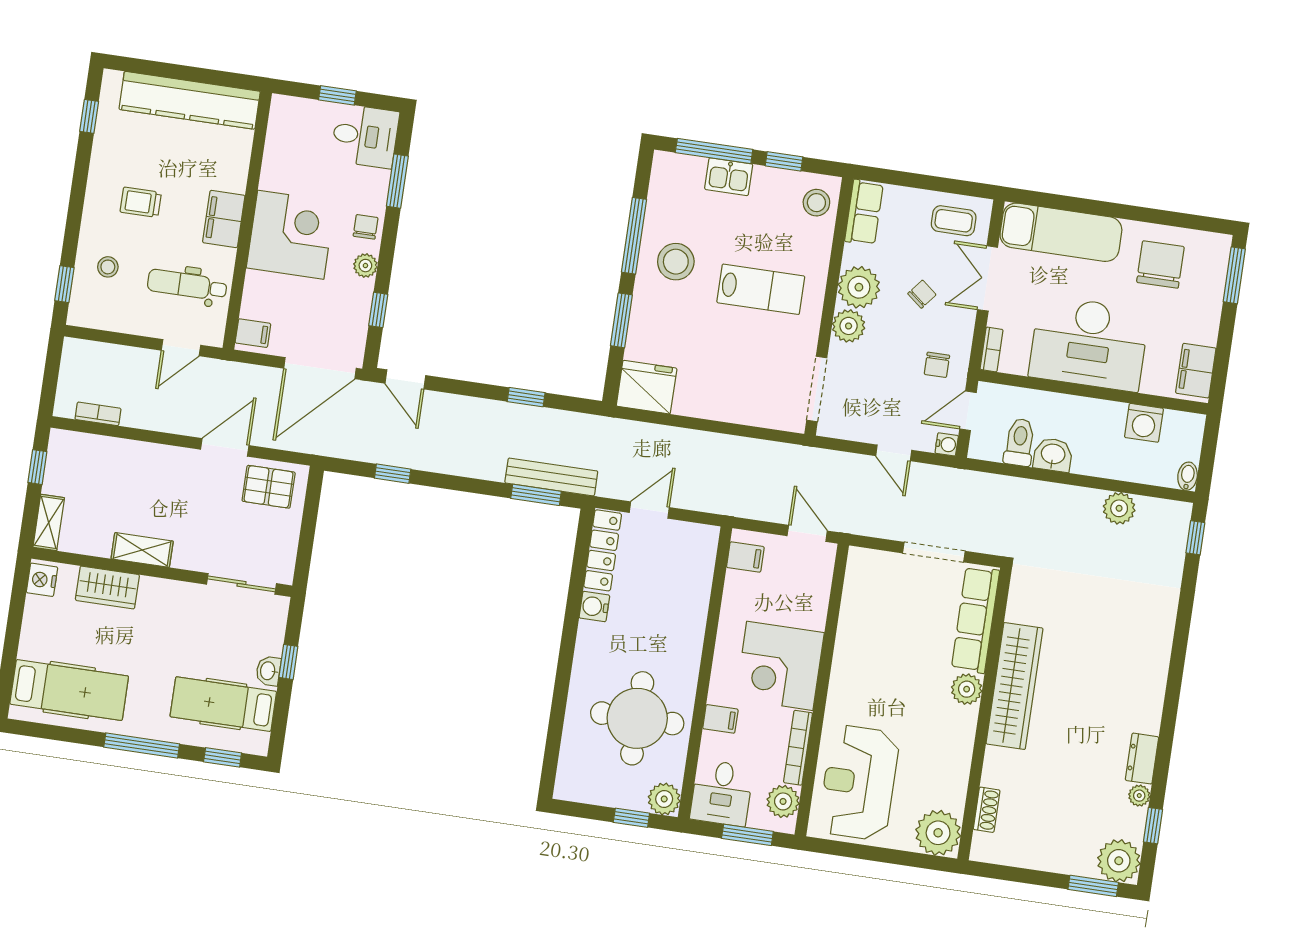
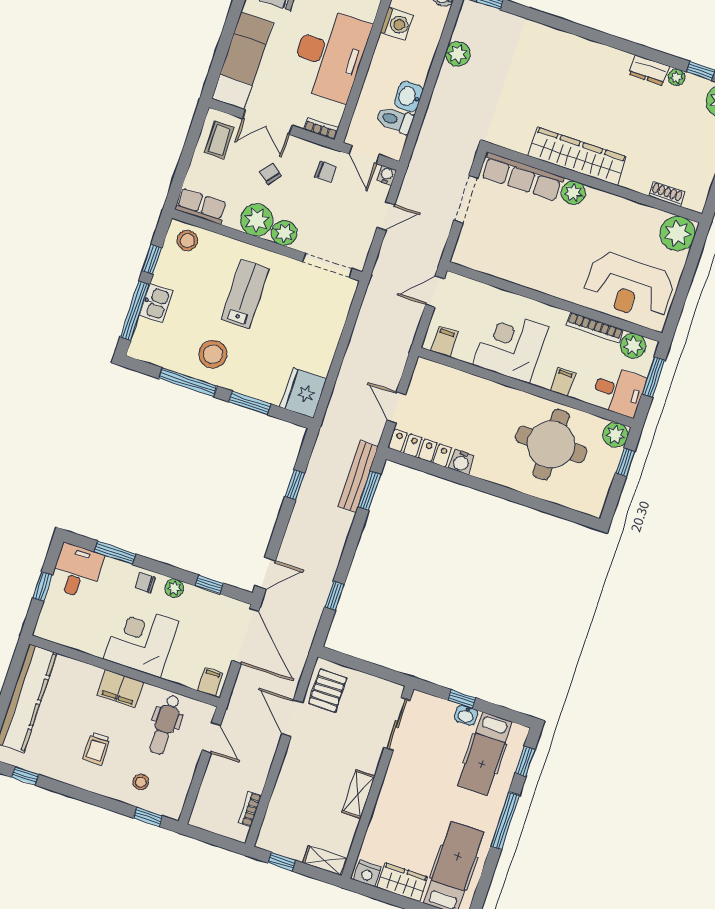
wardrobe: (107, 587) -> (402, 882), moved, turned -90
corner desk: (780, 666) -> (510, 346), moved, turned 180

